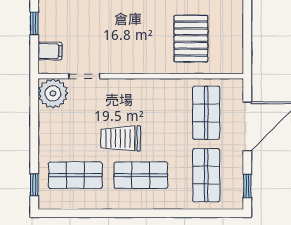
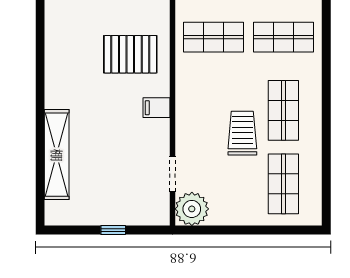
filing cabinet: (50, 51) -> (157, 108), moved, turned -90
trolley: (121, 138) -> (242, 133), turned 180
window: (34, 185) -> (294, 230), removed

